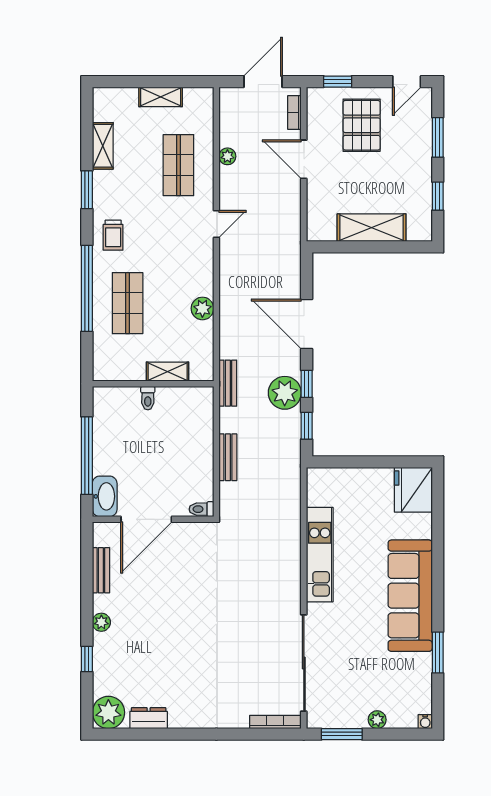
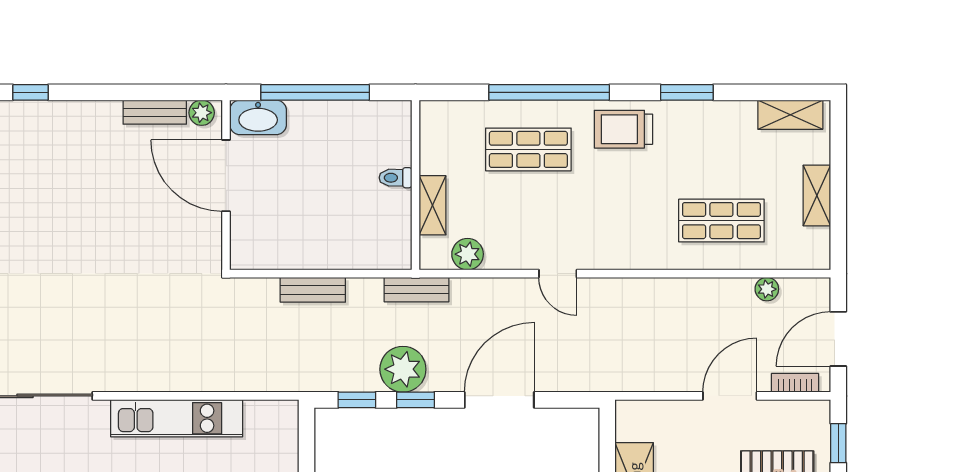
door: (263, 82) -> (838, 339), swing flipped
shelving: (103, 146) -> (790, 115), moved
plant: (227, 156) -> (767, 289), moved
door: (216, 224) -> (558, 274), moved
trolley: (113, 235) -> (623, 129), width x1.36, depth x1.39
plant: (202, 308) -> (468, 254), moved
toilet: (201, 509) -> (240, 253), removed
plant: (101, 622) -> (202, 113), moved

